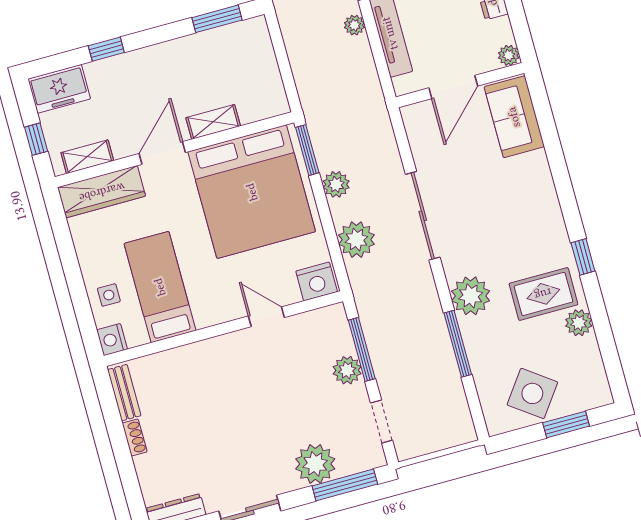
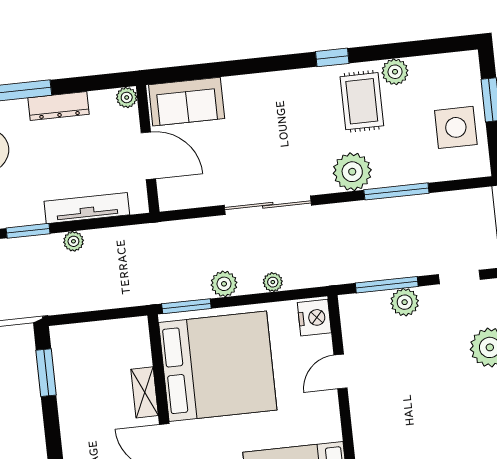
plant: (356, 240) -> (273, 282), width x0.53, depth x0.53
side table: (532, 393) -> (456, 127), turned -36

